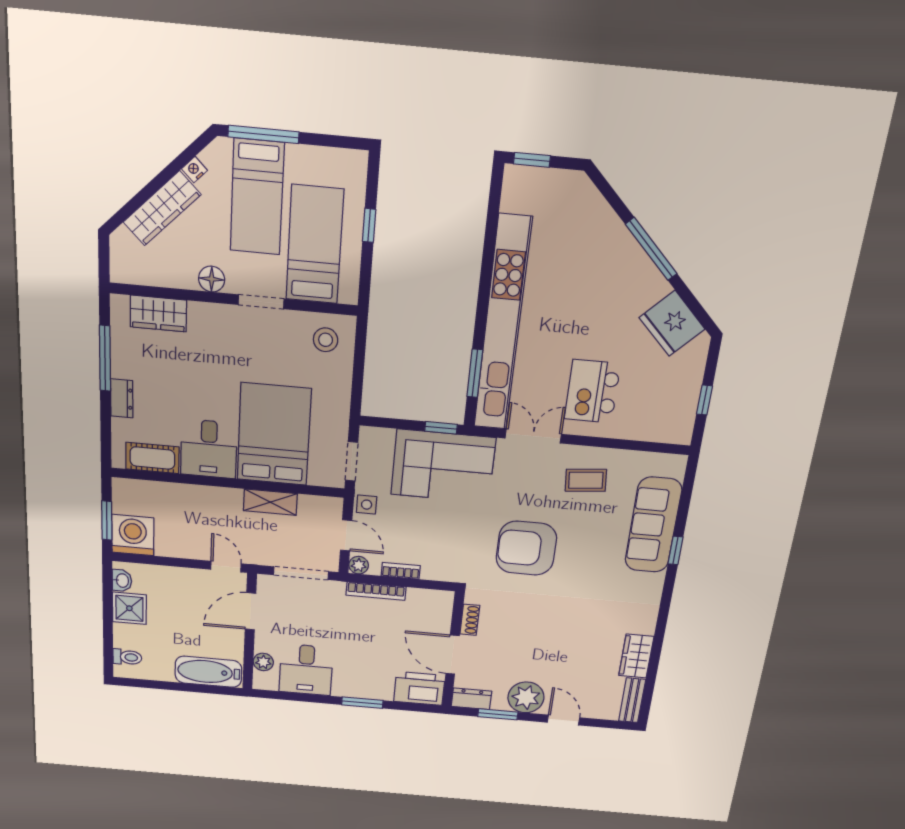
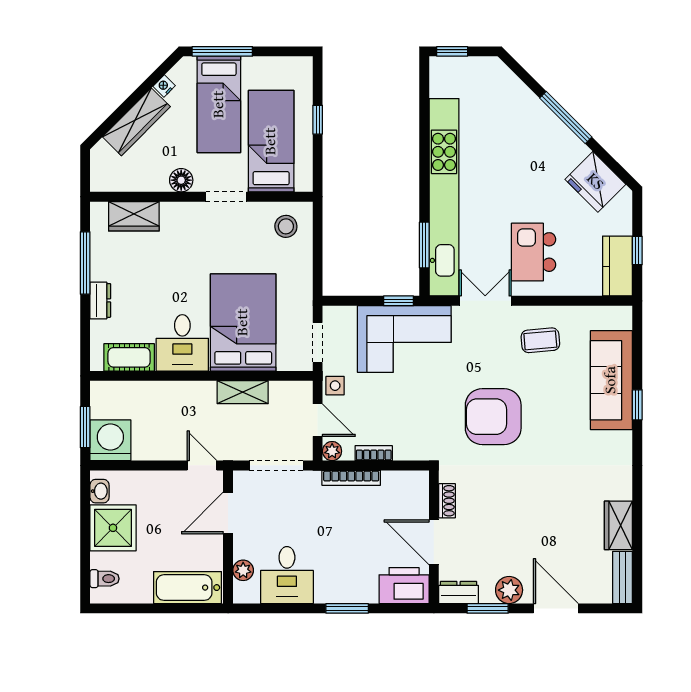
kitchen counter: (680, 414) -> (618, 266), added
shower: (129, 608) -> (113, 528), width x1.36, depth x1.36
plant: (526, 697) -> (509, 590), width x0.73, depth x0.73
door: (563, 720) -> (556, 608), width x1.37

